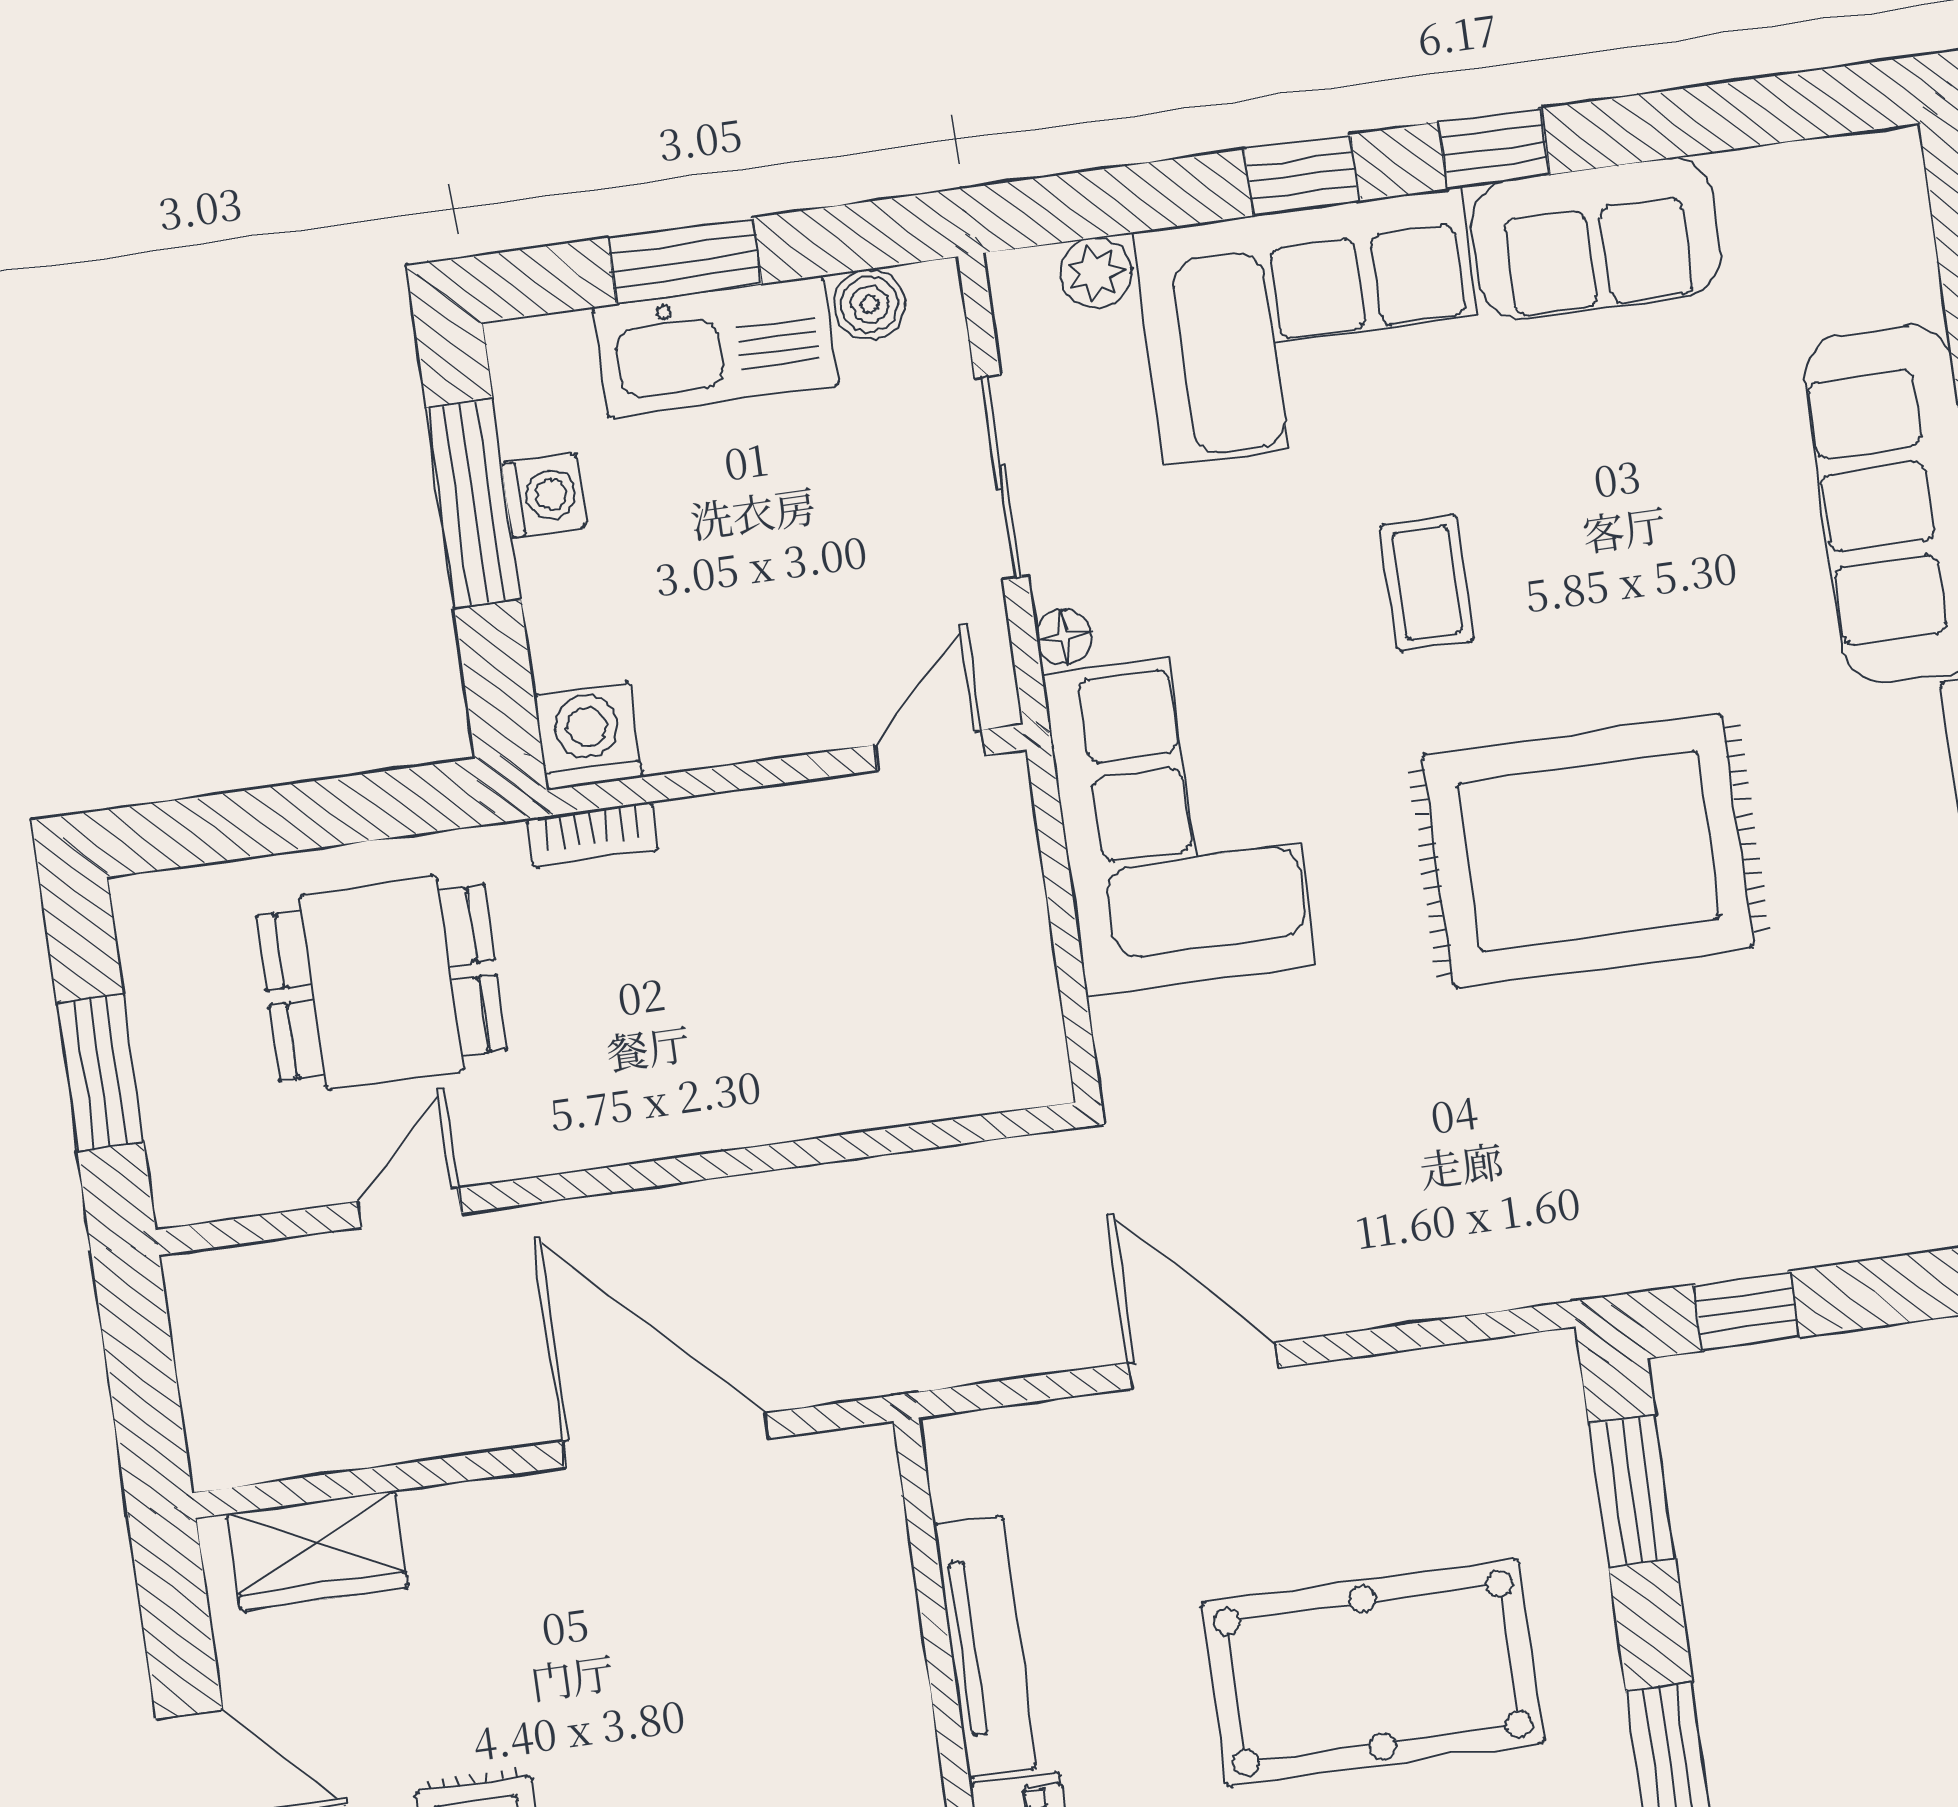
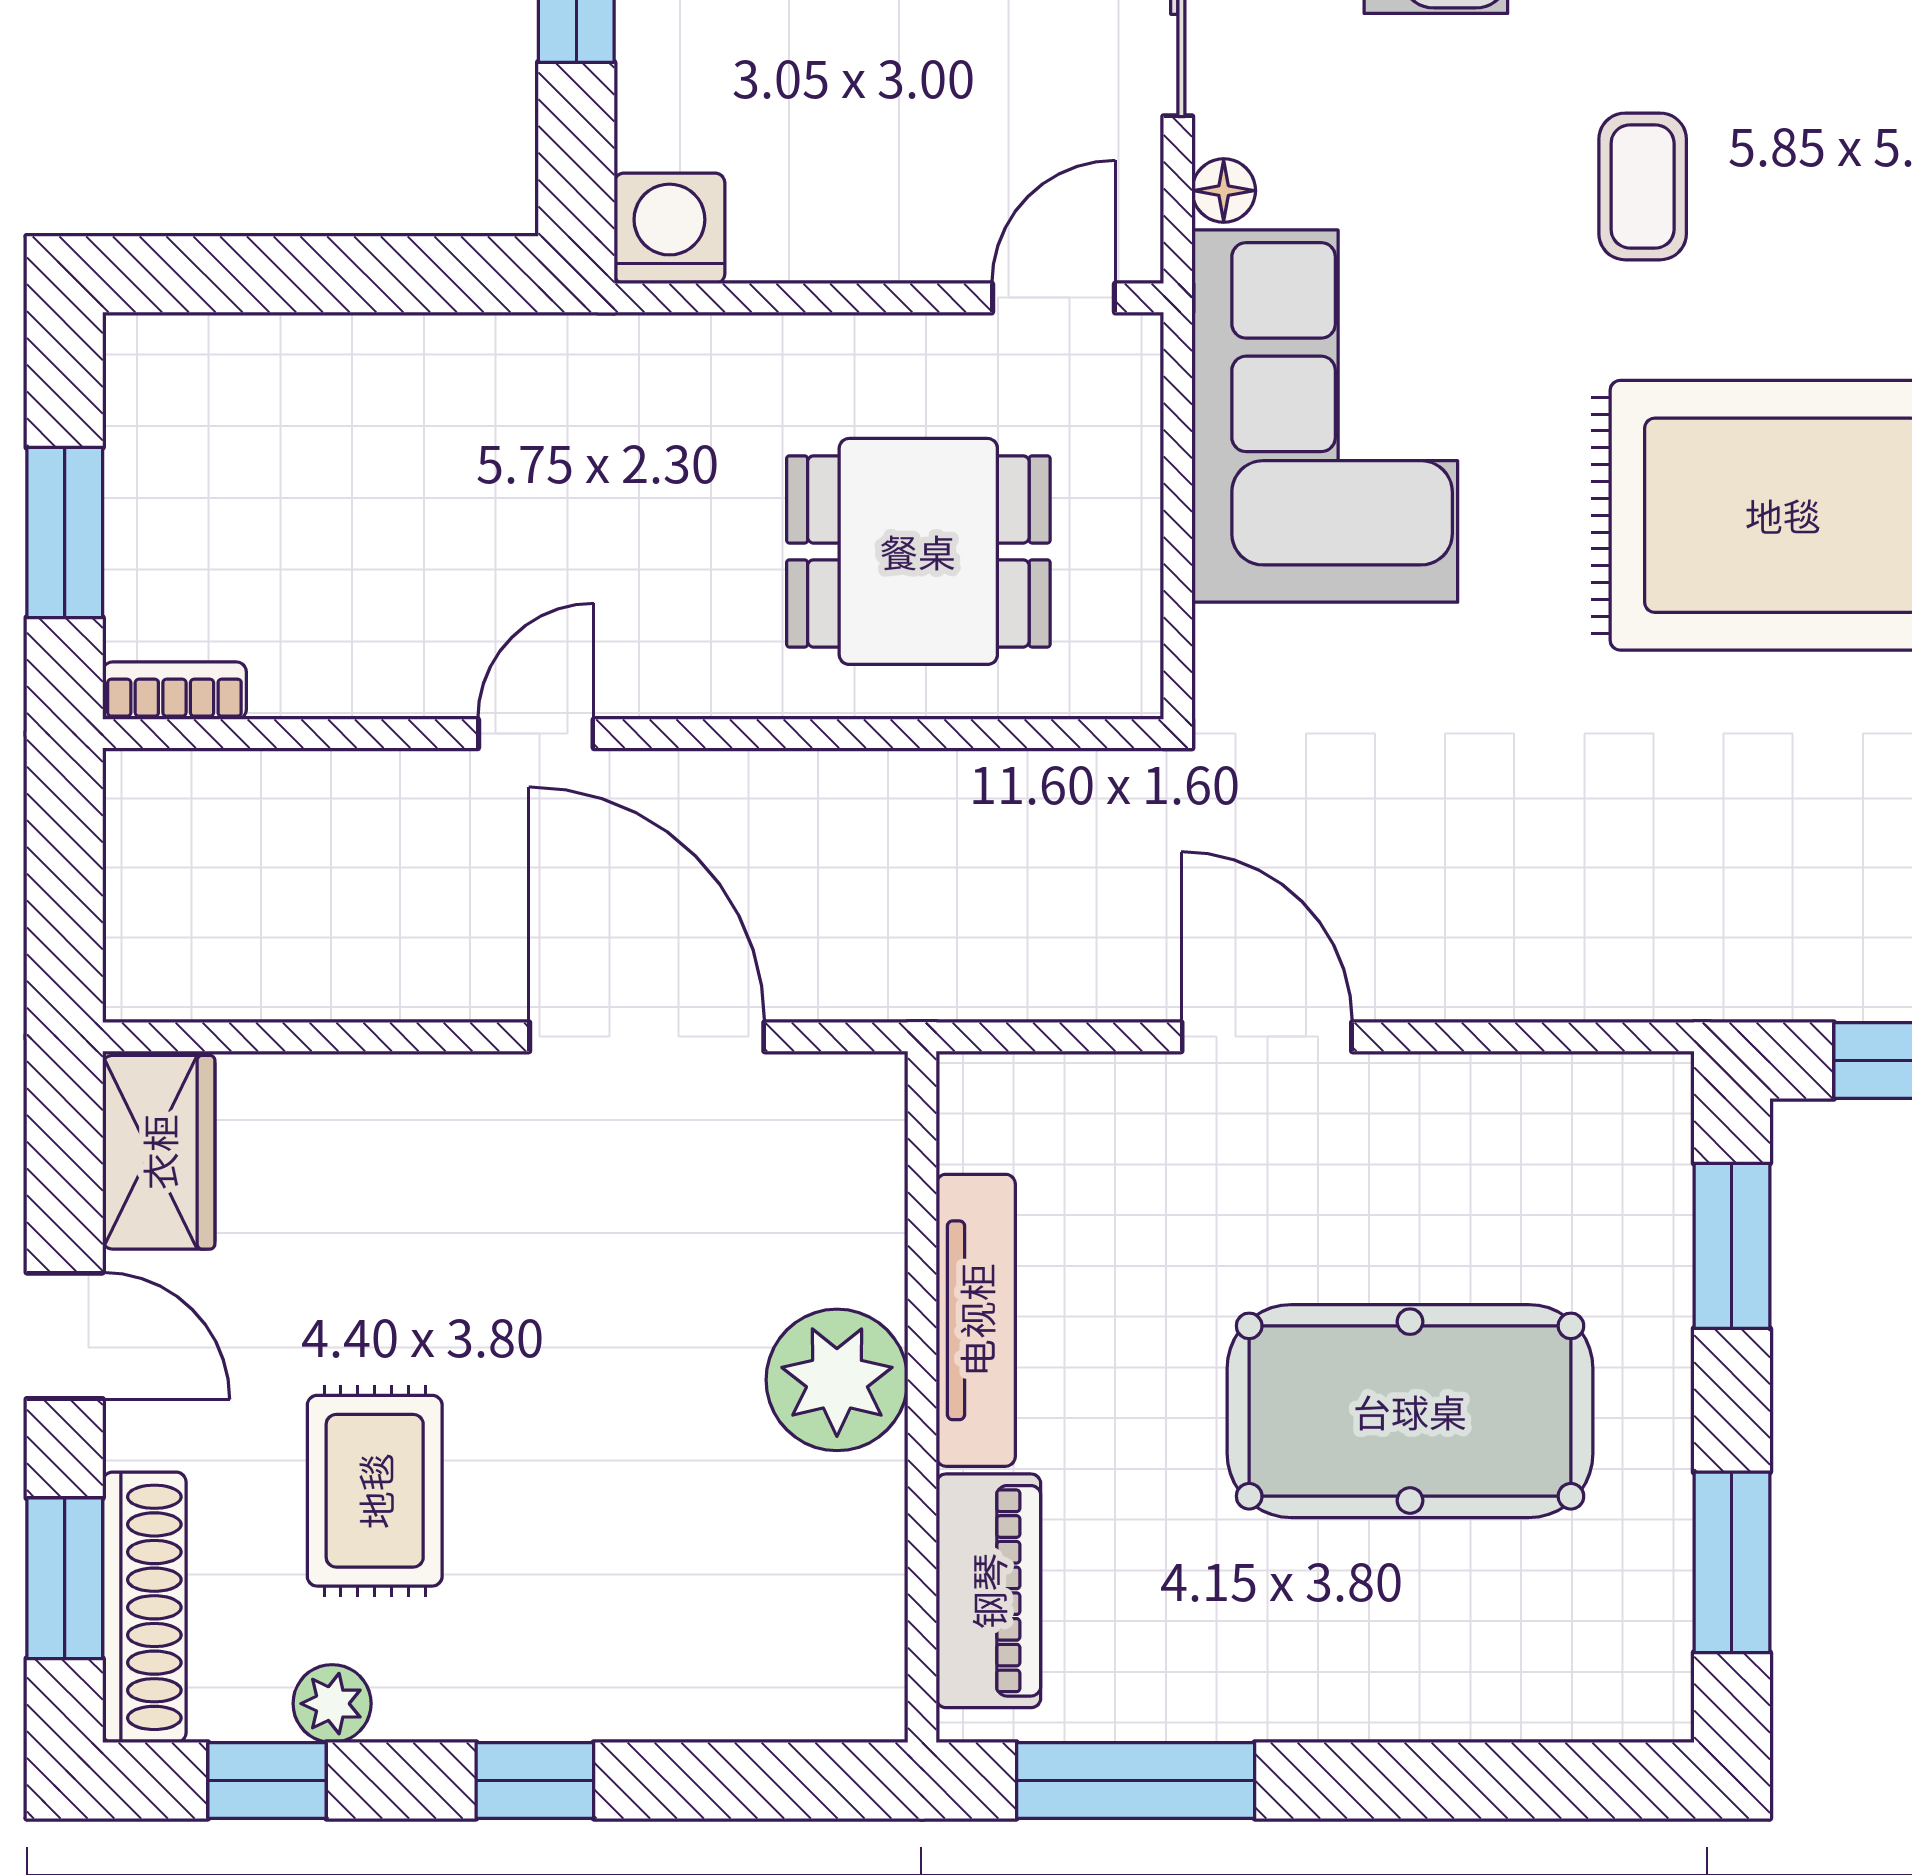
bookcase: (592, 835) -> (174, 691), moved, turned 180
dining table: (382, 983) -> (918, 551), moved
door: (409, 1208) -> (536, 734), moved
wardrobe: (318, 1551) -> (159, 1152), moved, turned -90
plant: (872, 1715) -> (837, 1380), added

